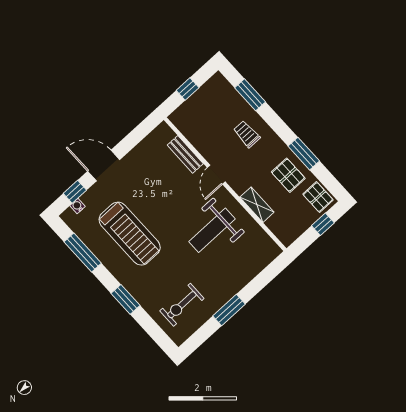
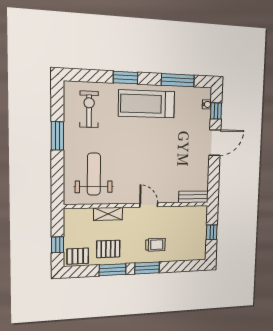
window: (250, 95) -> (147, 268), moved
bench: (185, 154) -> (193, 197), moved
weight bench: (212, 230) -> (94, 174), moved
treadmill: (130, 234) -> (147, 104), moved

